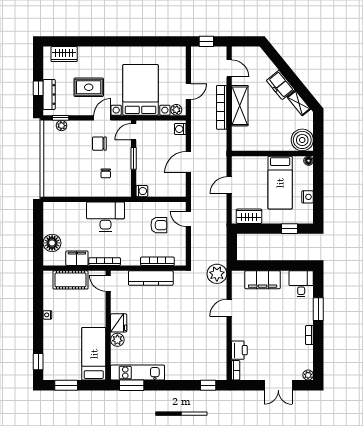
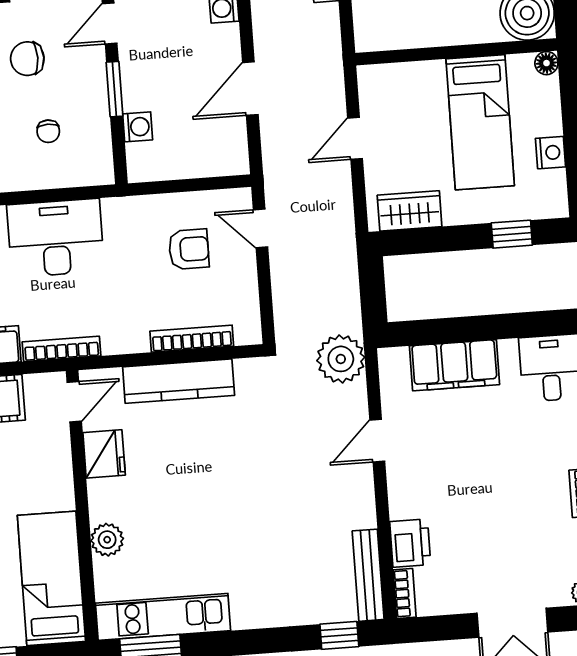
washing machine: (142, 191) -> (138, 127), moved
door: (108, 283) -> (74, 402), swing flipped
fridge: (119, 323) -> (104, 454), moved
bench: (221, 362) -> (368, 575), added

